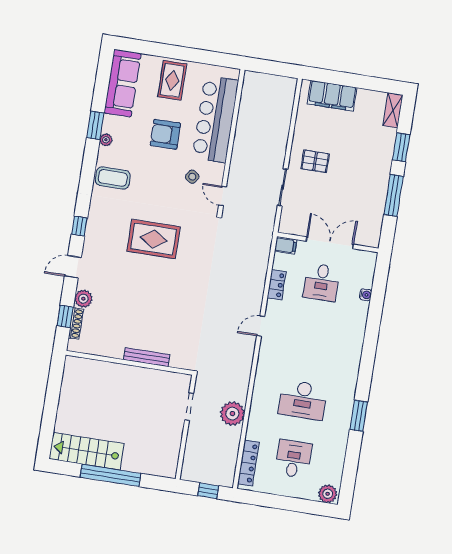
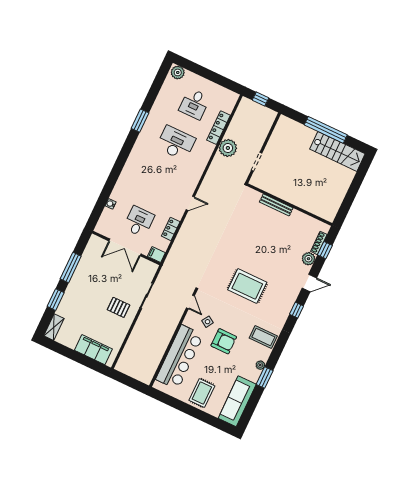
armchair: (165, 134) -> (224, 341), moved
locker: (248, 463) -> (219, 128), moved

